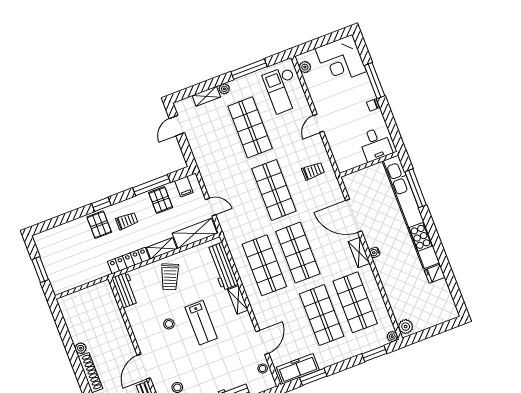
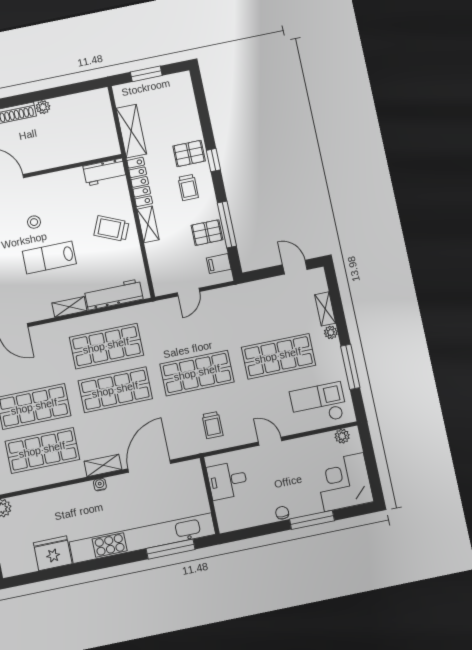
desk: (375, 144) -> (227, 480), moved
shelving: (195, 233) -> (131, 131), moved
fridge: (435, 274) -> (53, 553), width x1.88, depth x1.34
stool: (169, 324) -> (34, 222), moved

